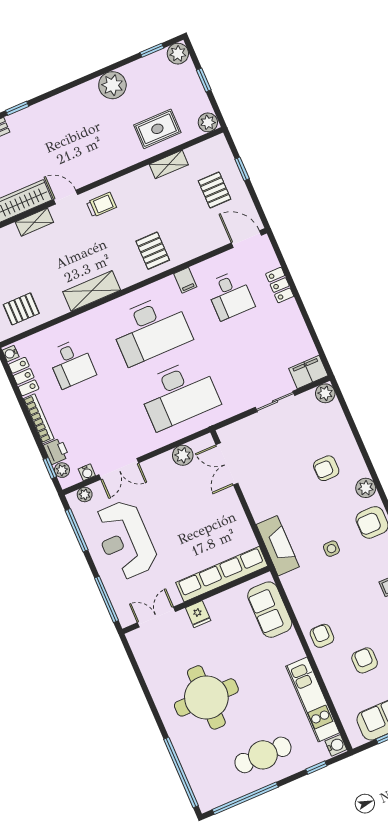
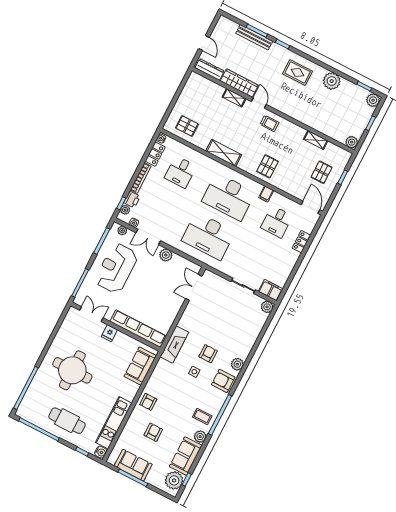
rug: (157, 129) -> (298, 72), moved
plant: (183, 455) -> (166, 255), moved
armchair: (326, 468) -> (208, 354), moved, turned 90
armchair: (322, 636) -> (148, 402), turned 180

